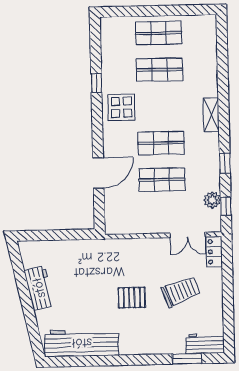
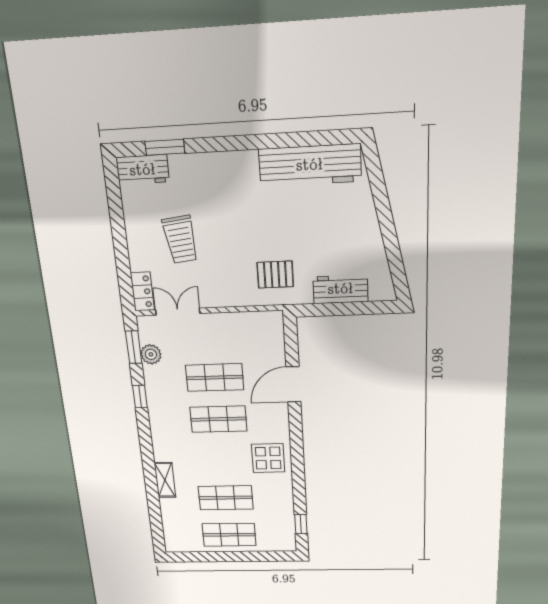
window: (96, 83) -> (301, 524), moved
shelving: (211, 115) -> (165, 480), moved
window: (226, 206) -> (134, 347), width x1.50
workbench: (39, 288) -> (341, 289), moved, turned 102
trolley: (181, 291) -> (180, 239), turned -76
pallet: (132, 298) -> (275, 275), moved

